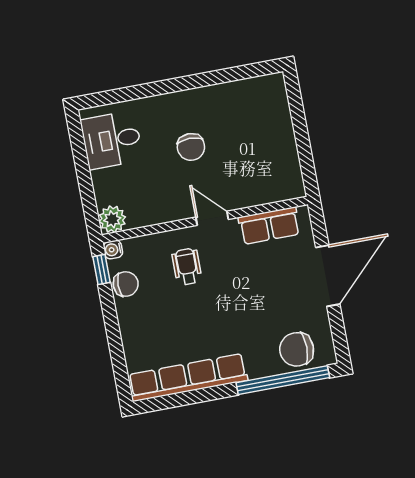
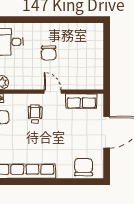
chair: (297, 349) -> (83, 167), turned 90
window: (283, 380) -> (73, 182), removed

